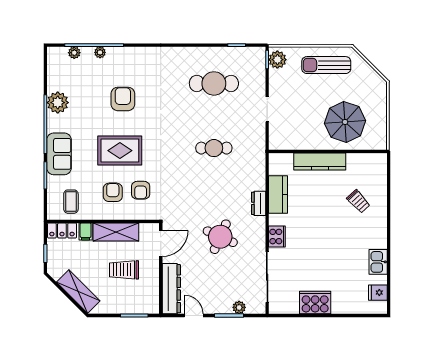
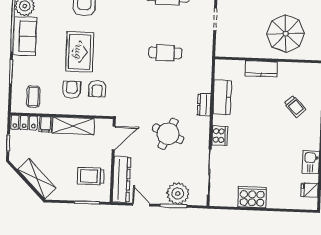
rug: (120, 151) -> (80, 52), turned 90
sofa: (59, 154) -> (25, 36), moved
kitchen counter: (320, 162) -> (261, 69), width x0.67
trolley: (124, 270) -> (91, 176), moved
plant: (239, 307) -> (178, 194), width x1.87, depth x1.87

